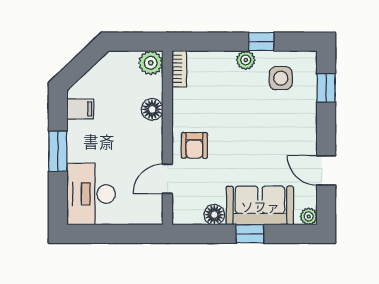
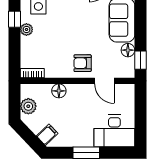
plant: (151, 63) -> (28, 106), moved
filing cabinet: (80, 109) -> (47, 135), moved, turned 46
armchair: (194, 145) -> (83, 63), turned 180
window: (250, 234) -> (141, 60), moved

